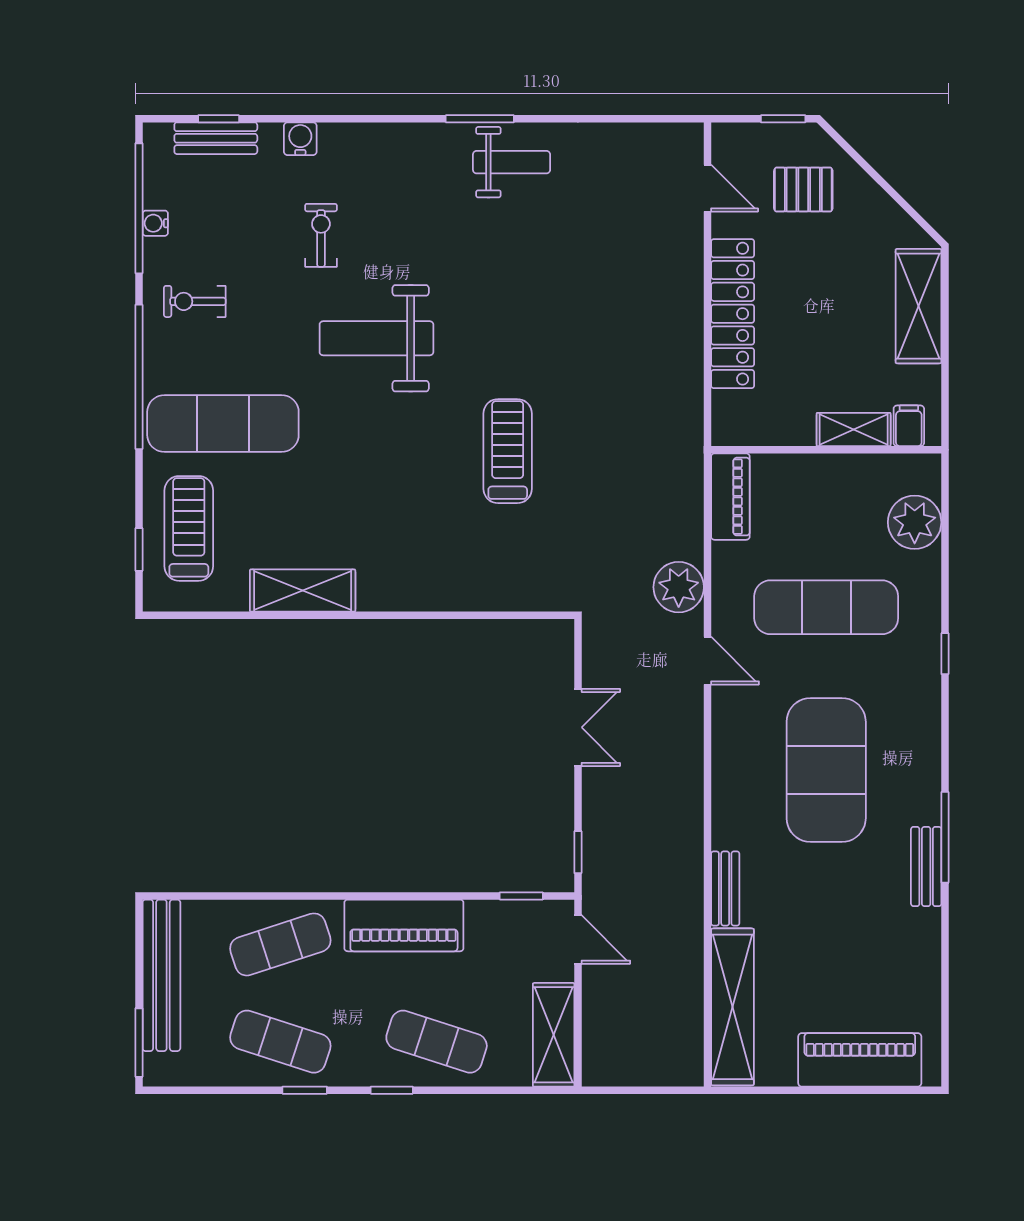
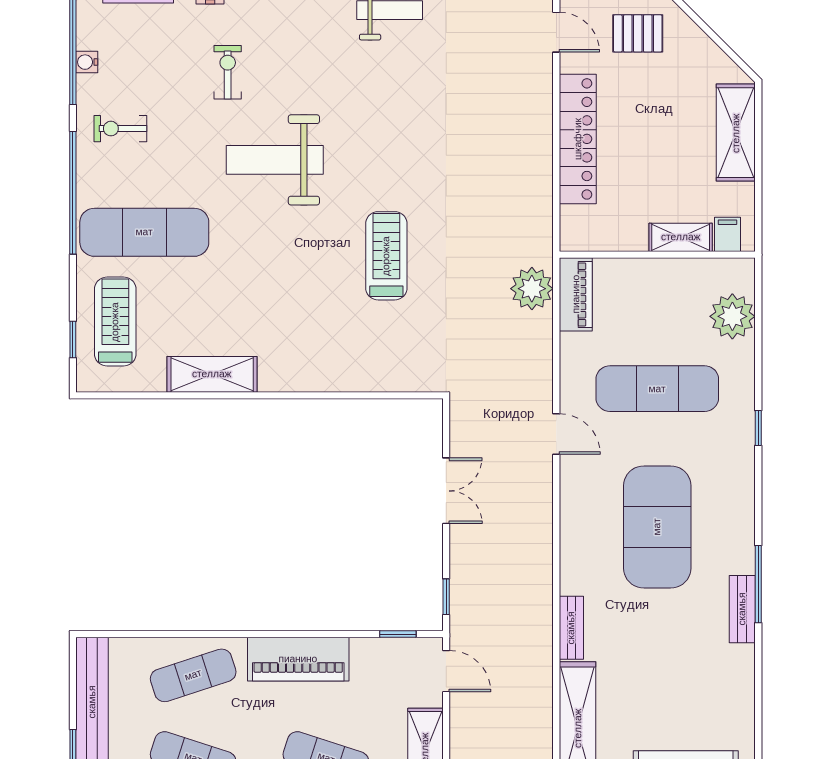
plant: (679, 587) -> (532, 289), moved

